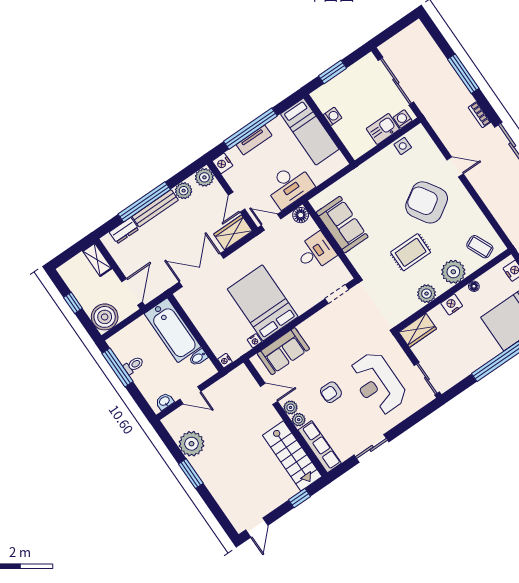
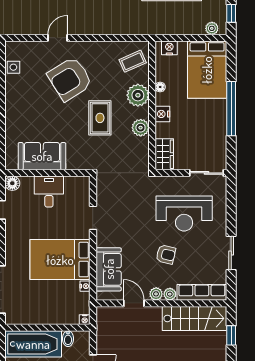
doorway: (337, 294) -> (93, 218), moved
armchair: (331, 392) -> (166, 254), turned -77
door: (269, 394) -> (134, 303), hinge flipped

